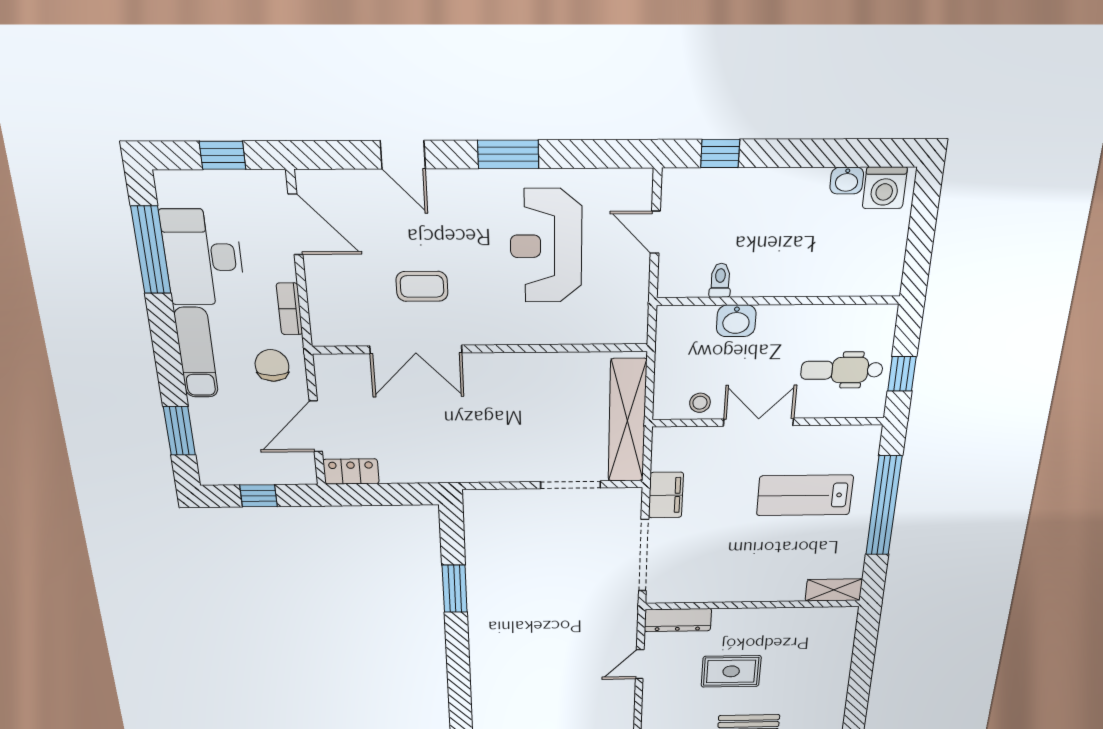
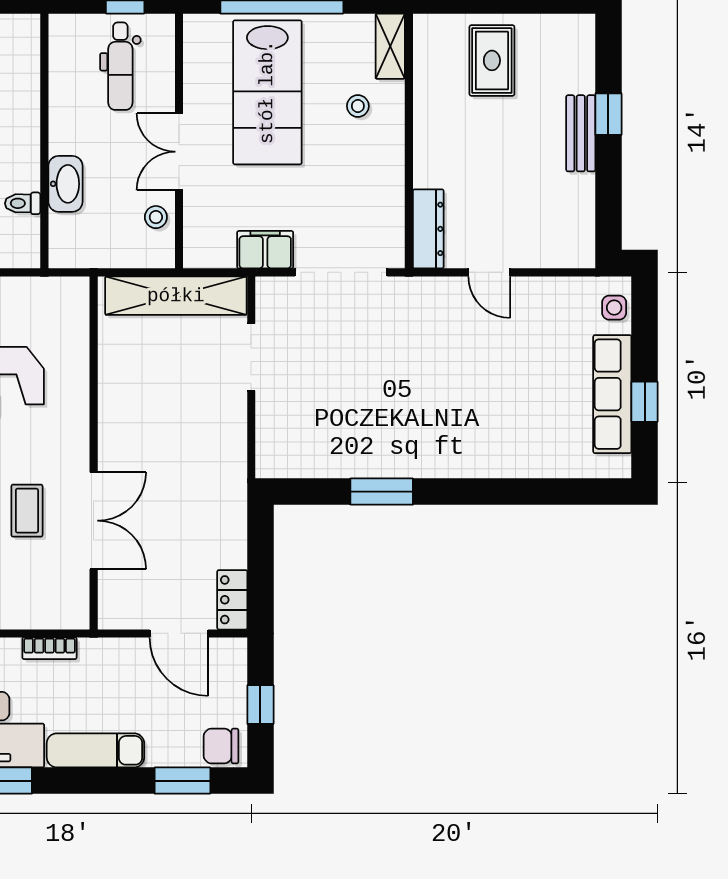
washbasin: (736, 321) -> (65, 184), width x1.38
chair: (272, 365) -> (221, 746), moved
lab bench: (805, 495) -> (267, 92), width x1.36, depth x1.39
stool: (786, 566) -> (358, 106), added
rug: (731, 671) -> (492, 60), moved

